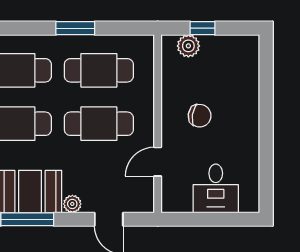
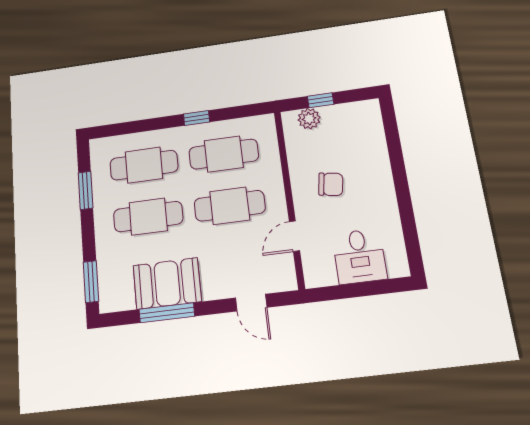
window: (75, 28) -> (197, 118), width x0.67
plant: (72, 204) -> (212, 291), removed

